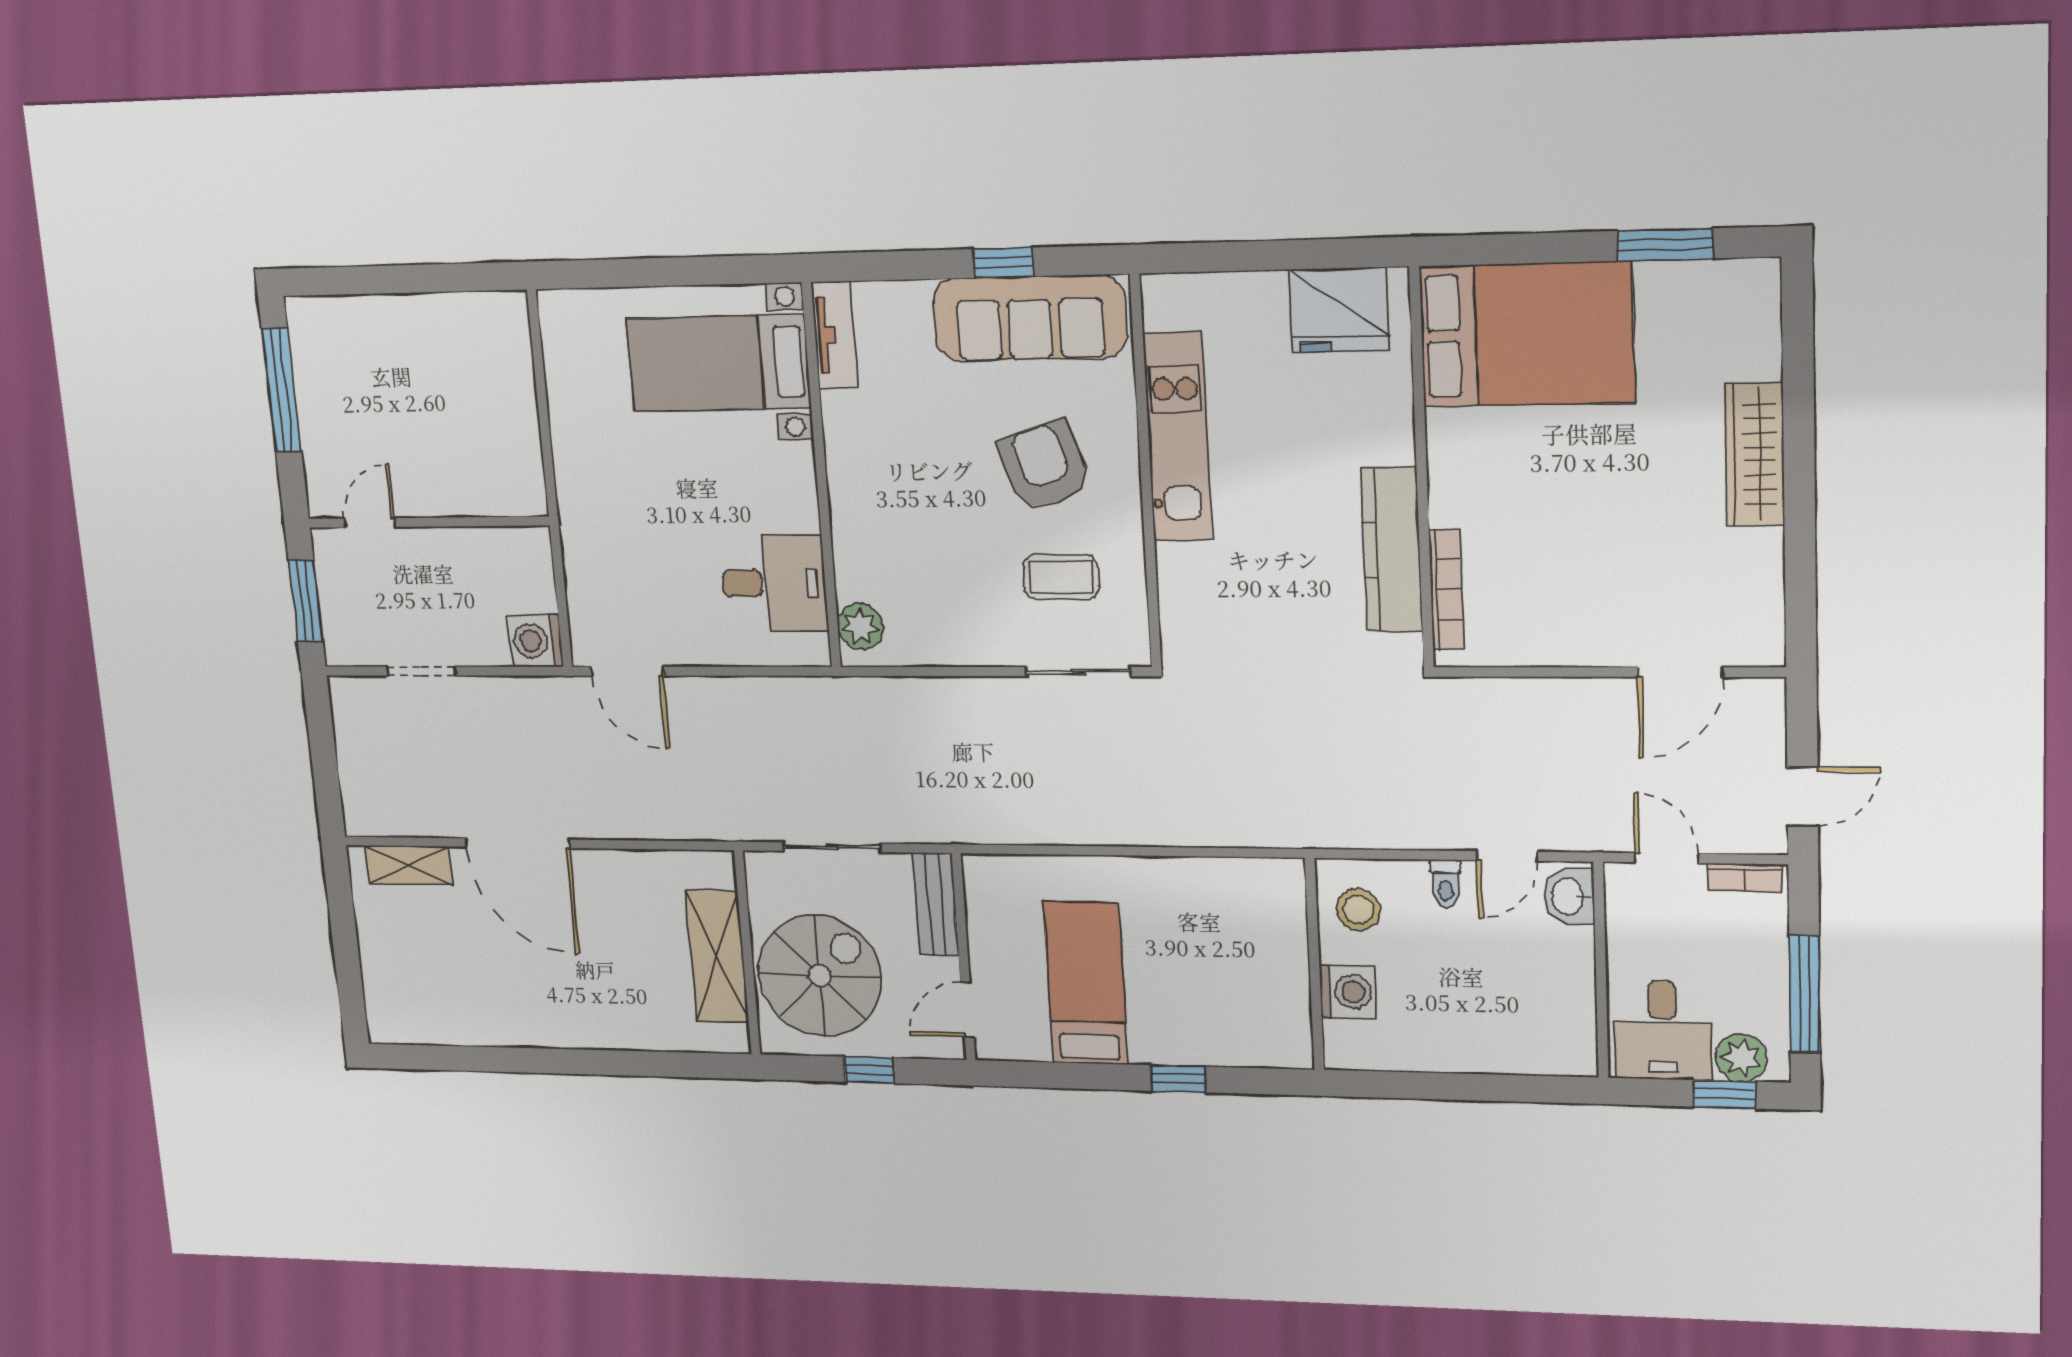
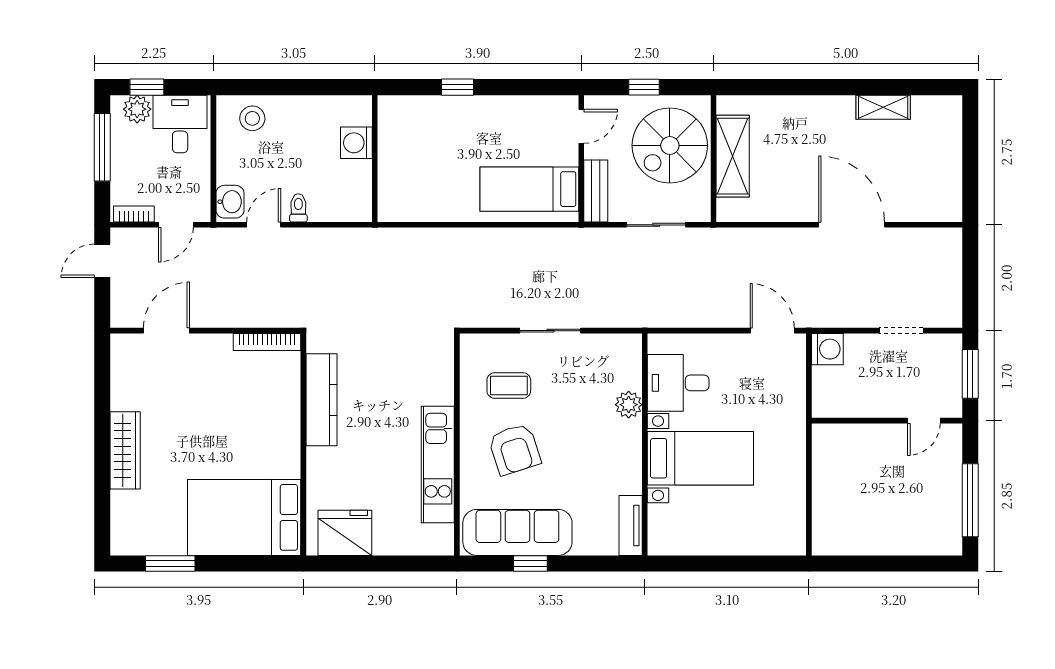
bed with nightstands: (718, 363) -> (700, 458), moved
bookcase: (1446, 590) -> (267, 342), moved, turned -90
plant: (860, 626) -> (629, 405), moved
sliding door: (1078, 672) -> (550, 331), moved
door: (1667, 858) -> (176, 225), hinge flipped
shelving: (409, 865) -> (883, 107), moved
stool: (1358, 910) -> (252, 118), moved
bed: (1086, 983) -> (529, 189), moved, turned 90

